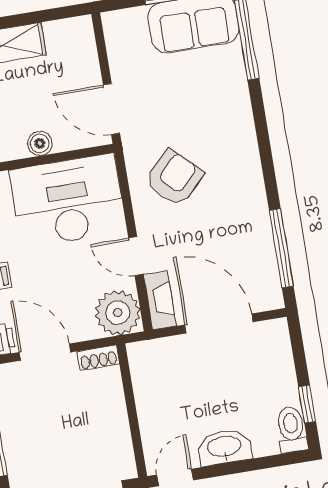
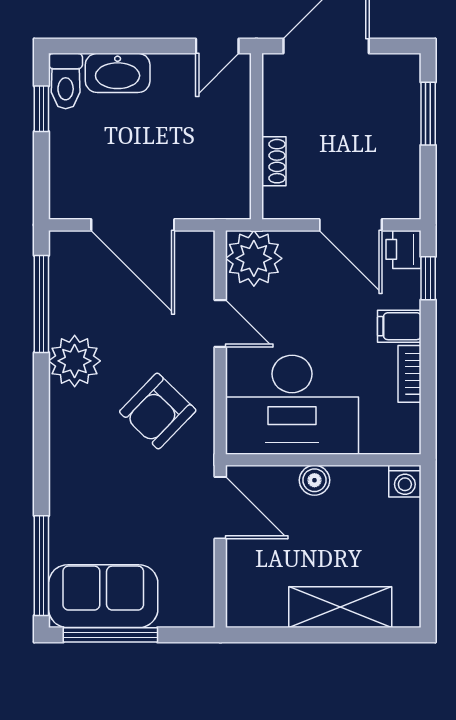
plant: (247, 207) -> (75, 361), added
fireplace: (160, 300) -> (200, 265), removed
shoe rack: (98, 358) -> (274, 161), moved, turned 90
washbasin: (224, 447) -> (118, 73), moved

